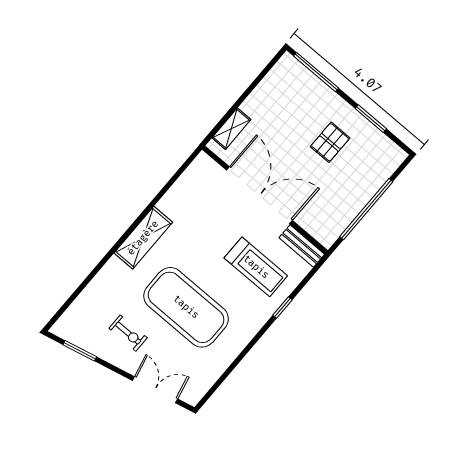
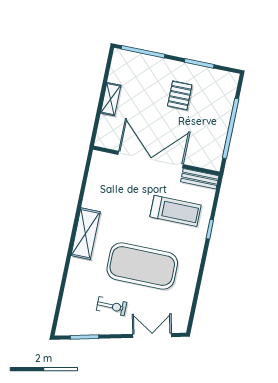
shelving: (231, 129) -> (111, 99), moved

